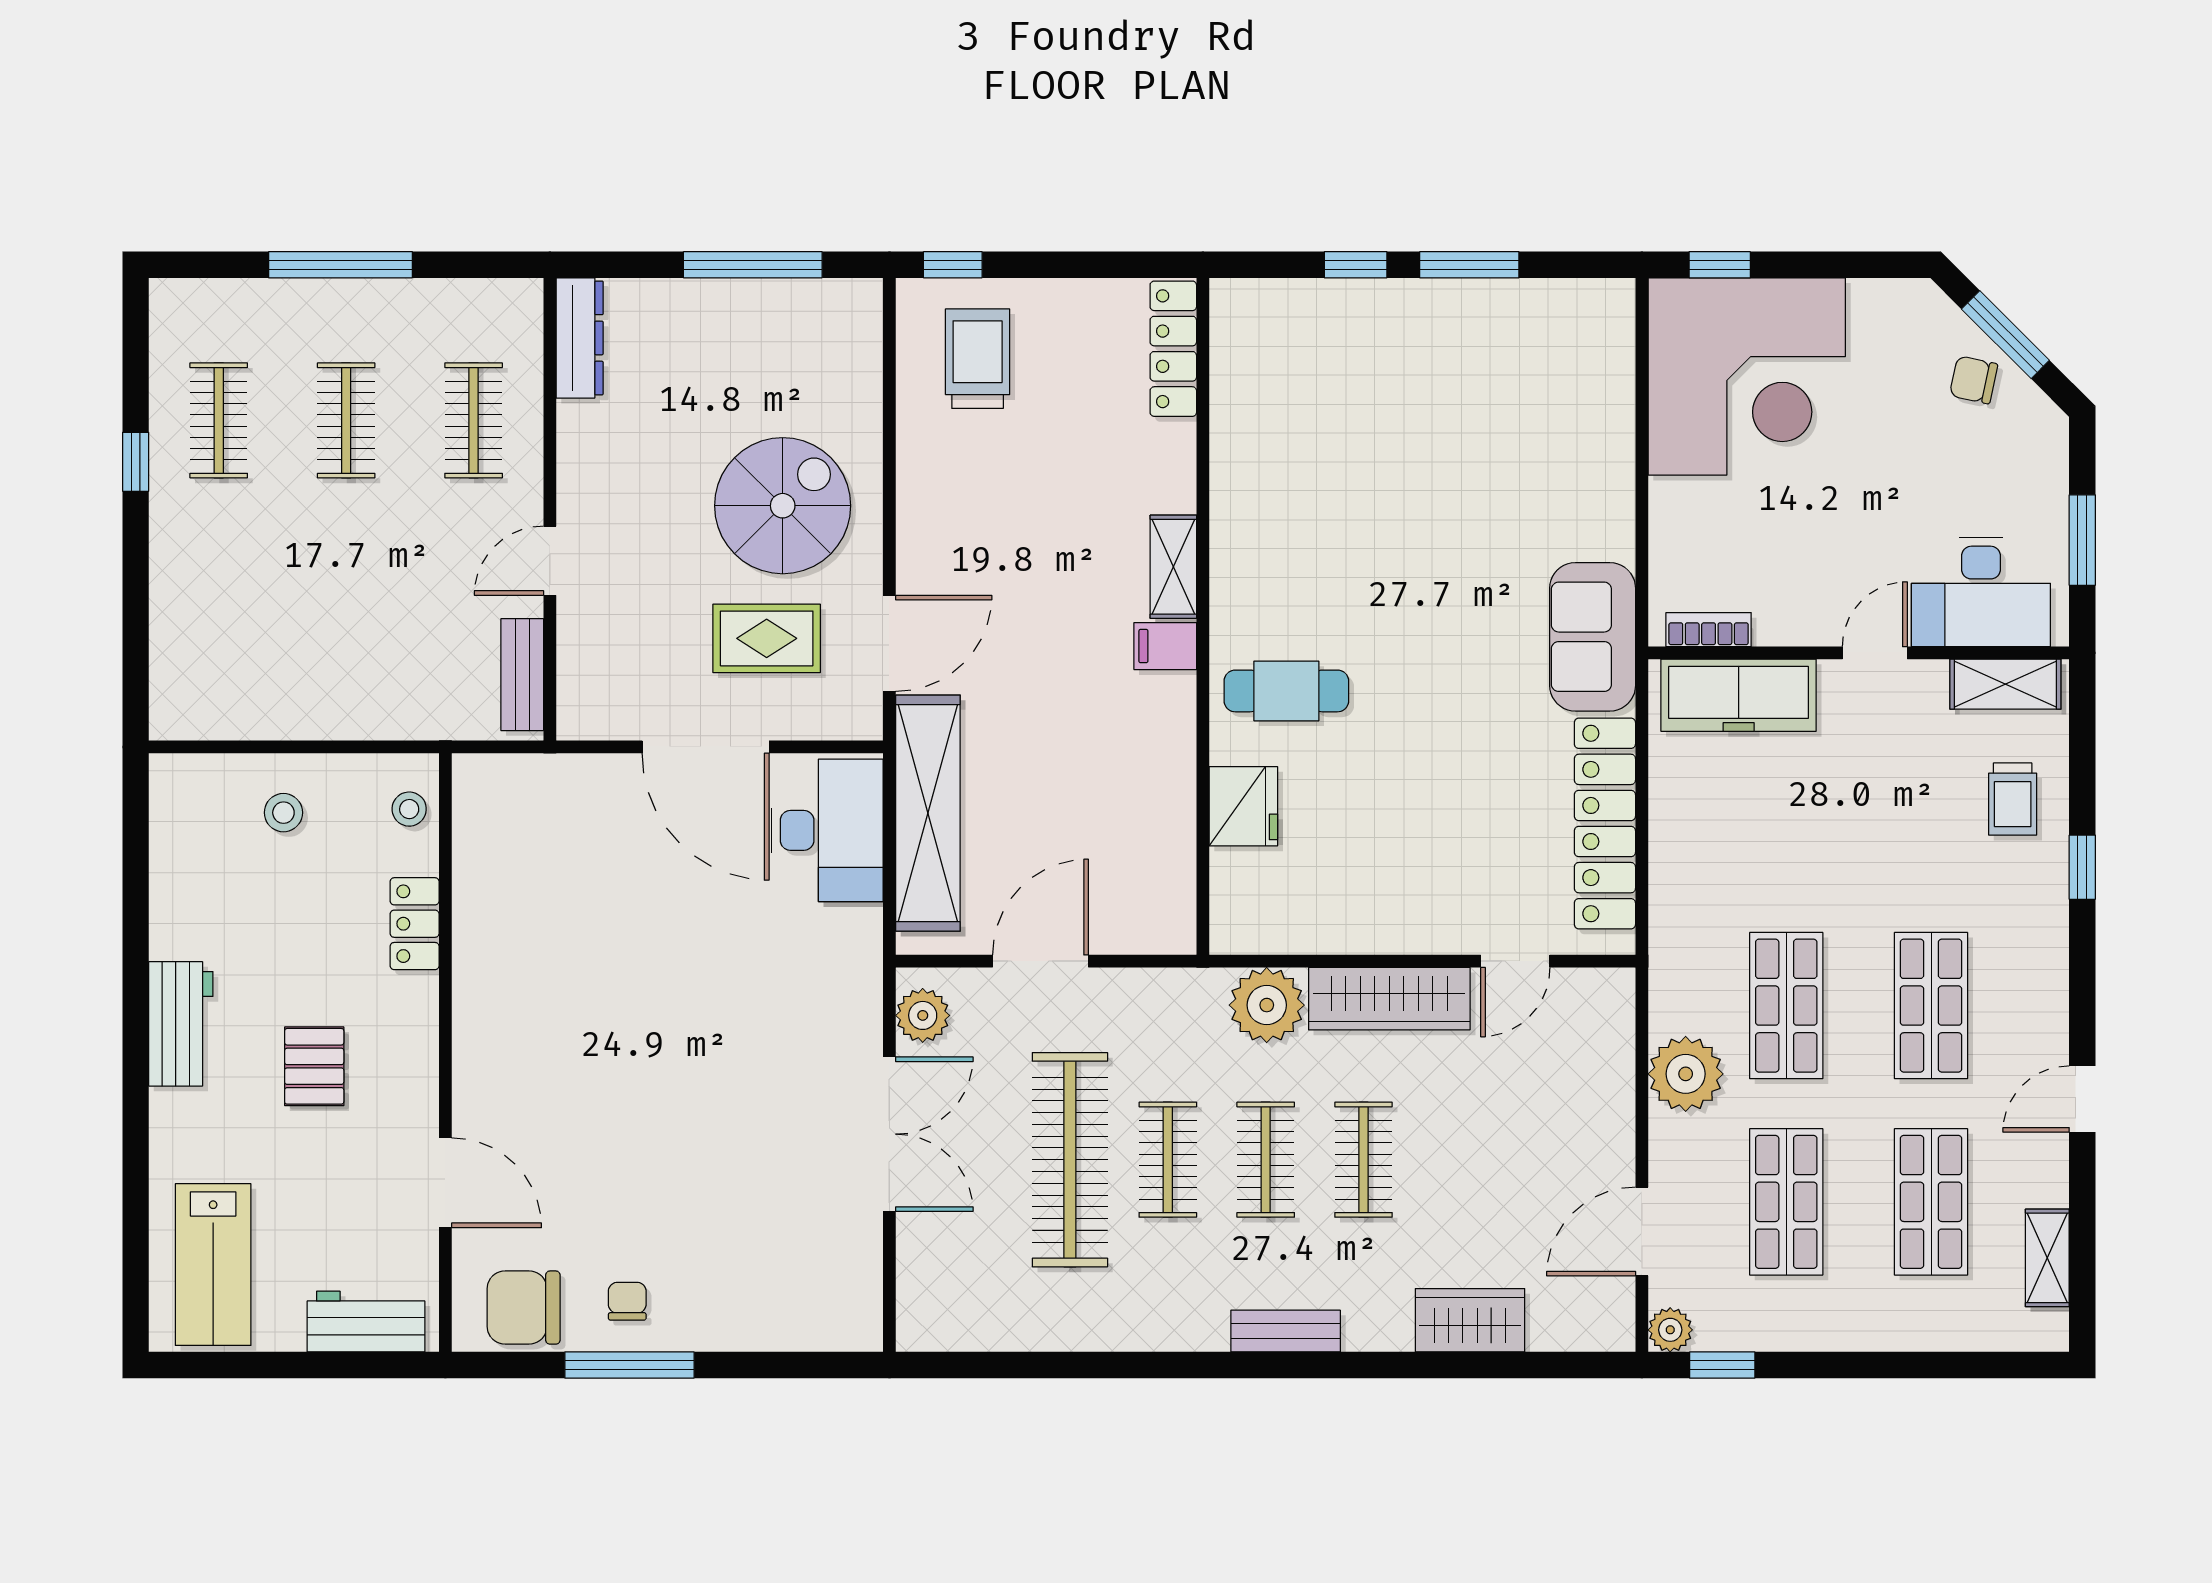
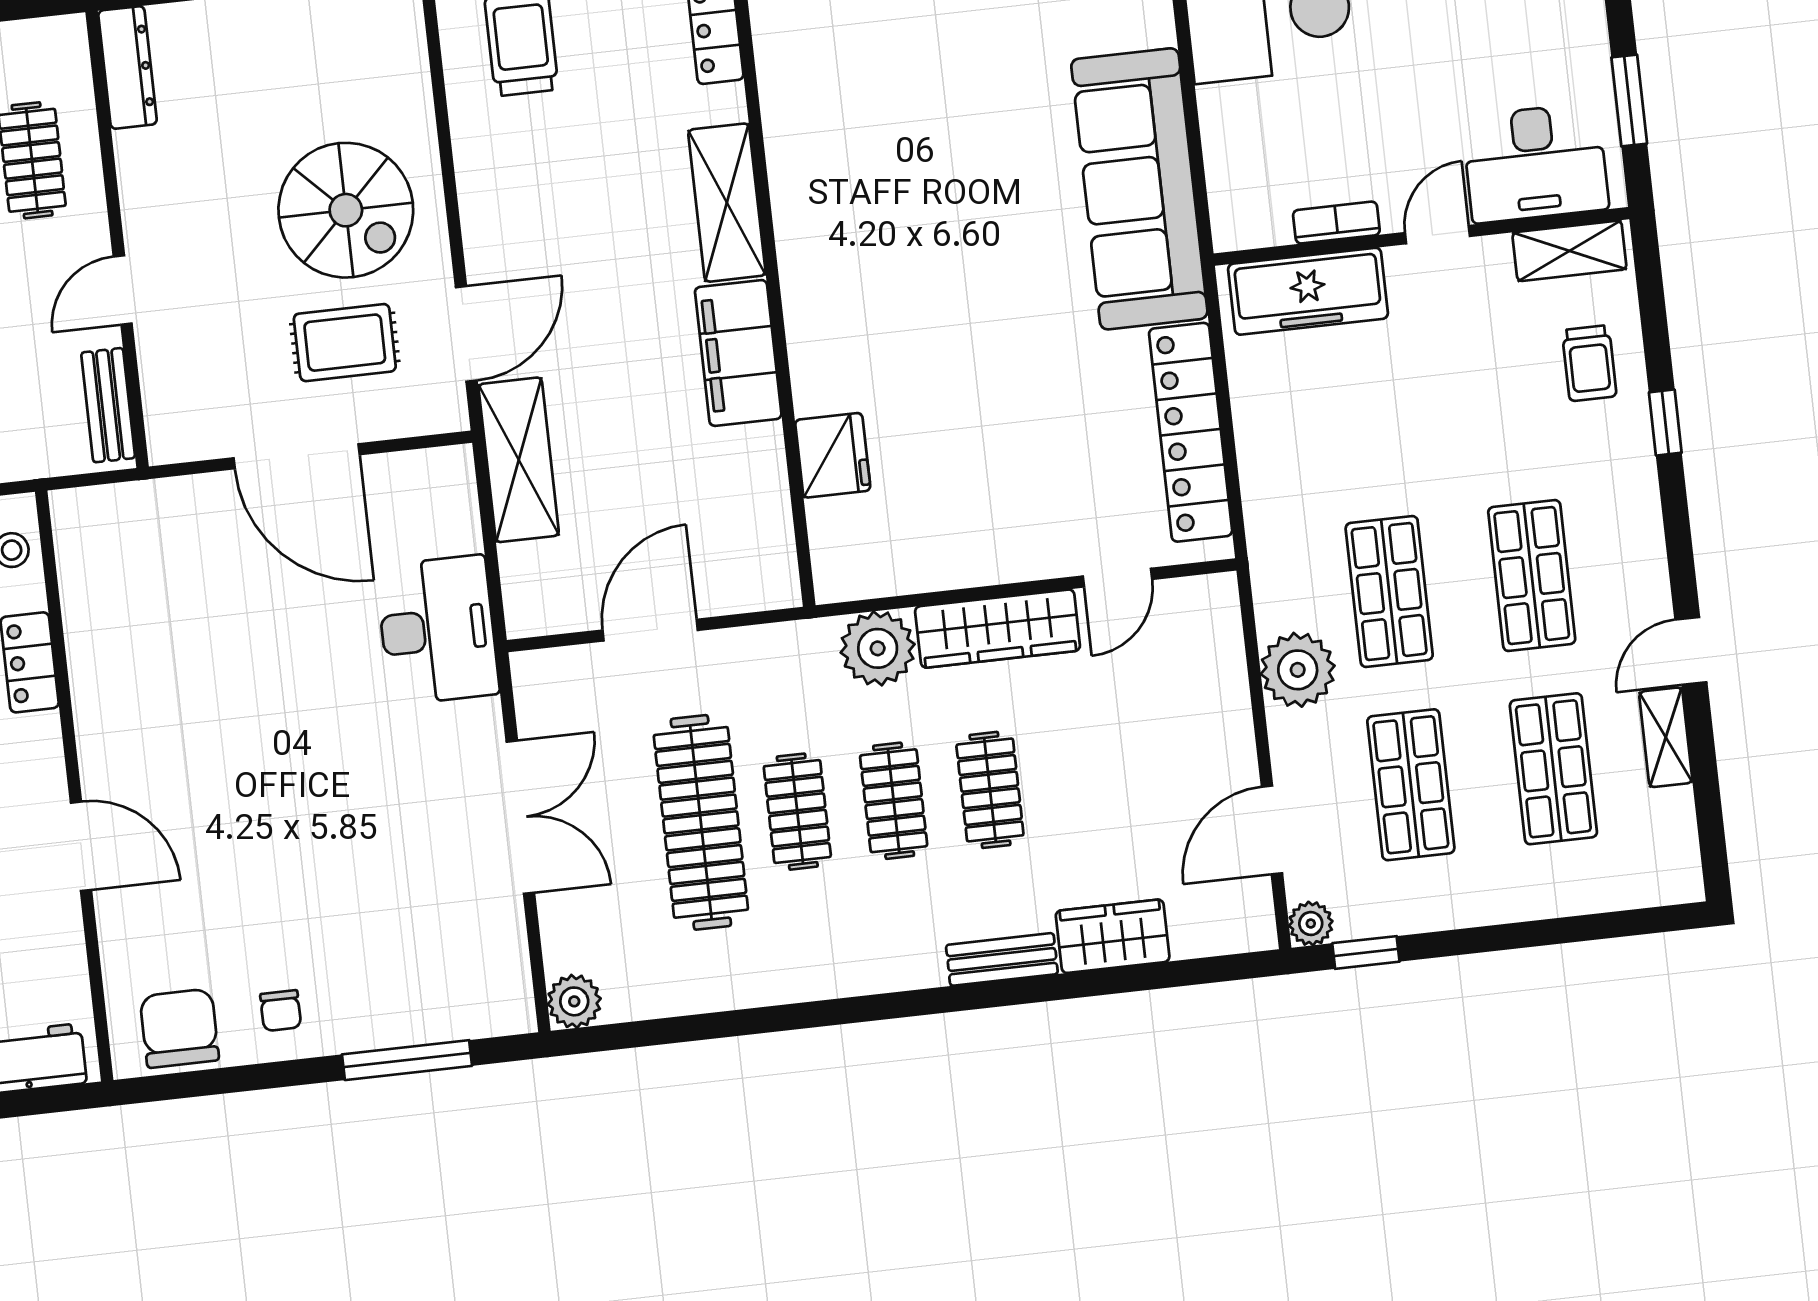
spiral stairs: (783, 506) -> (346, 210), turned 90
shelving: (1173, 567) -> (727, 203), width x1.50, depth x1.33
bookcase: (1709, 630) -> (1336, 223), moved
sofa: (1593, 637) -> (1139, 189), width x1.85, depth x1.27
filing cabinet: (1165, 646) -> (738, 353), width x3.00, depth x1.17
cafe table: (1286, 691) -> (862, 337), removed
shelving: (928, 813) -> (519, 460), width x0.68
desk: (827, 830) -> (437, 630), moved
plant: (923, 1015) -> (574, 1001), moved
door: (445, 1183) -> (81, 846), moved
shelving: (2047, 1258) -> (1666, 737), moved
chair: (627, 1301) -> (281, 1011), turned 180
chair: (524, 1308) -> (179, 1028), turned 90
bench: (1286, 1331) -> (1002, 959), moved
window: (629, 1365) -> (407, 1060), moved

